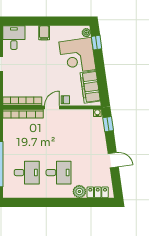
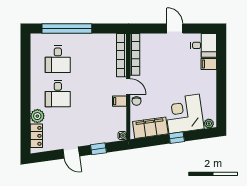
filing cabinet: (44, 33) -> (209, 64), moved
window: (97, 43) -> (177, 138), moved
filing cabinet: (66, 115) -> (119, 101), added
window: (108, 124) -> (98, 149), moved
door: (113, 160) -> (71, 153), hinge flipped

